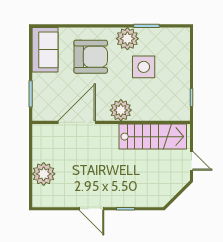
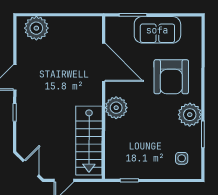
sofa: (45, 50) -> (157, 30), moved
side table: (144, 67) -> (182, 158), moved, width x0.54, depth x0.54
plant: (44, 174) -> (36, 28), moved
door: (180, 193) -> (31, 168), added

